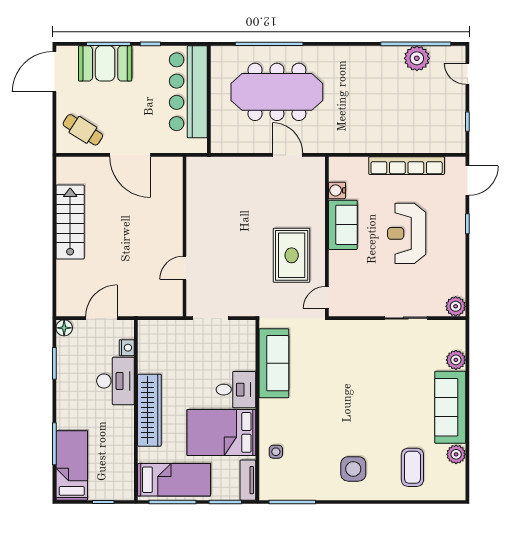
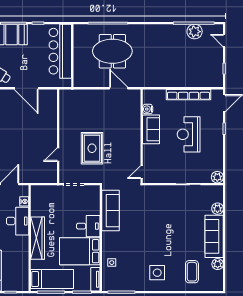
meeting table: (277, 92) -> (112, 51), width x0.73
rug: (292, 255) -> (92, 148), moved

